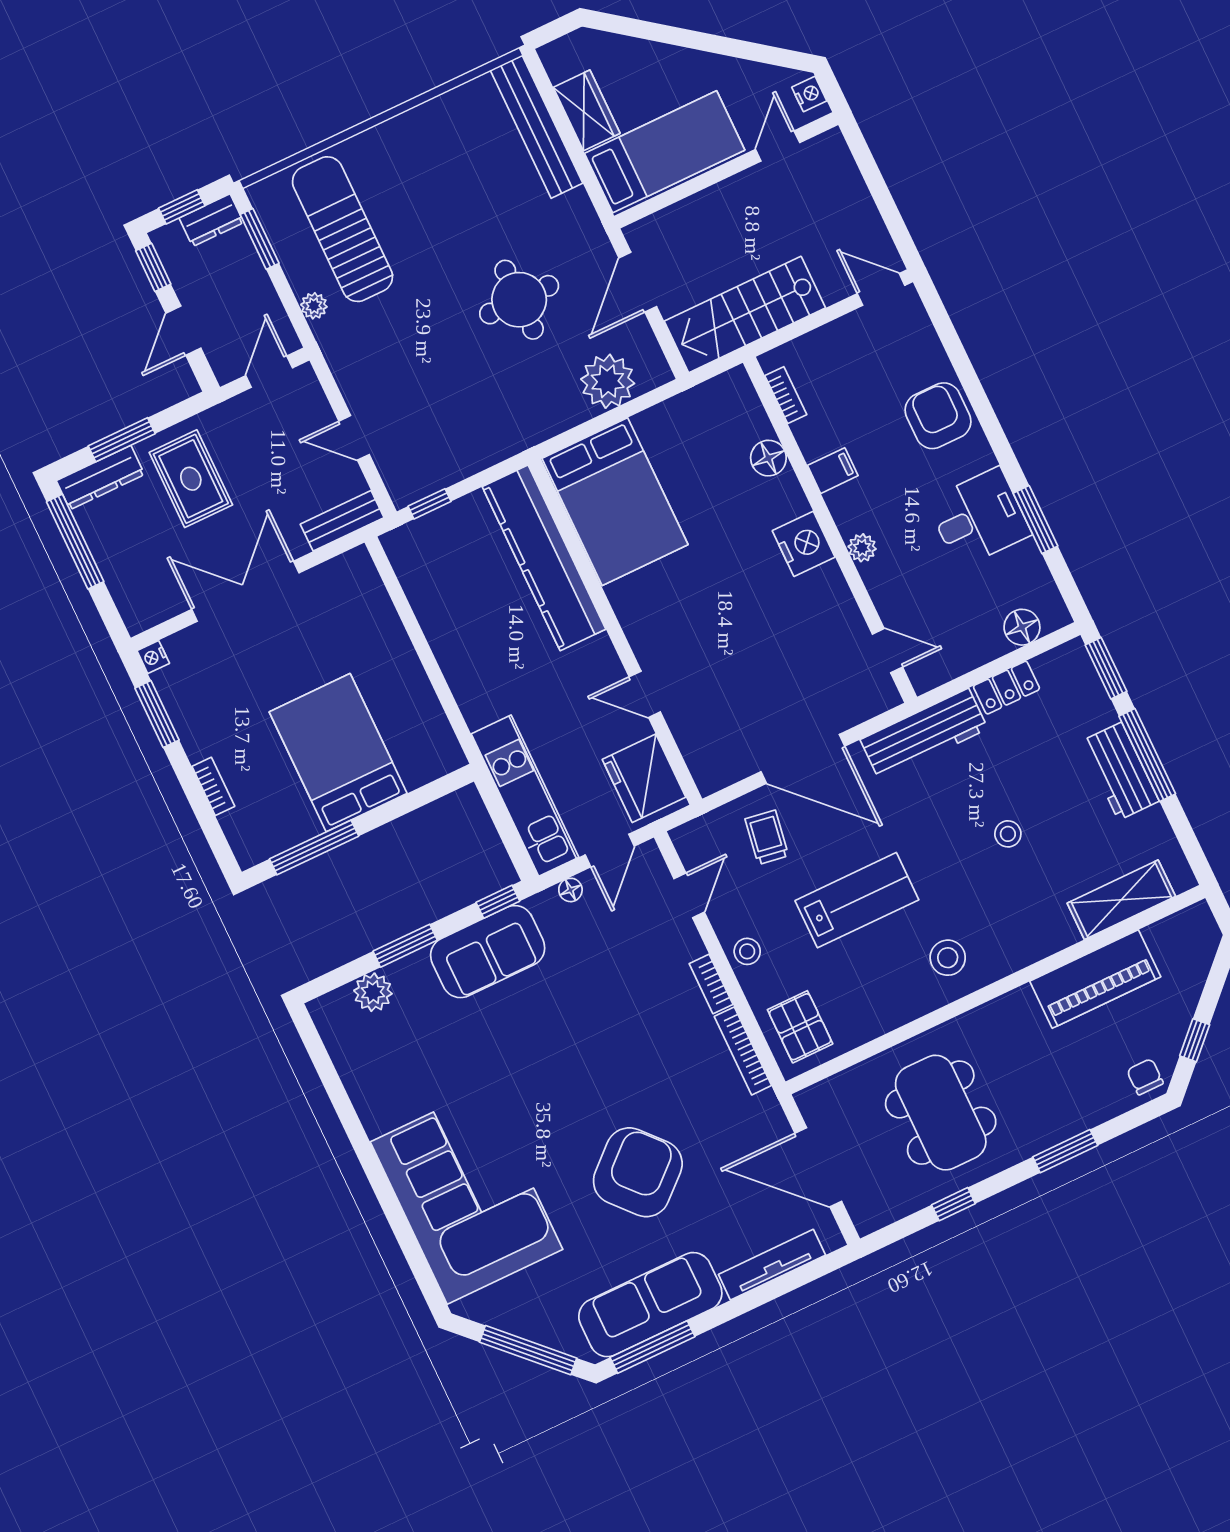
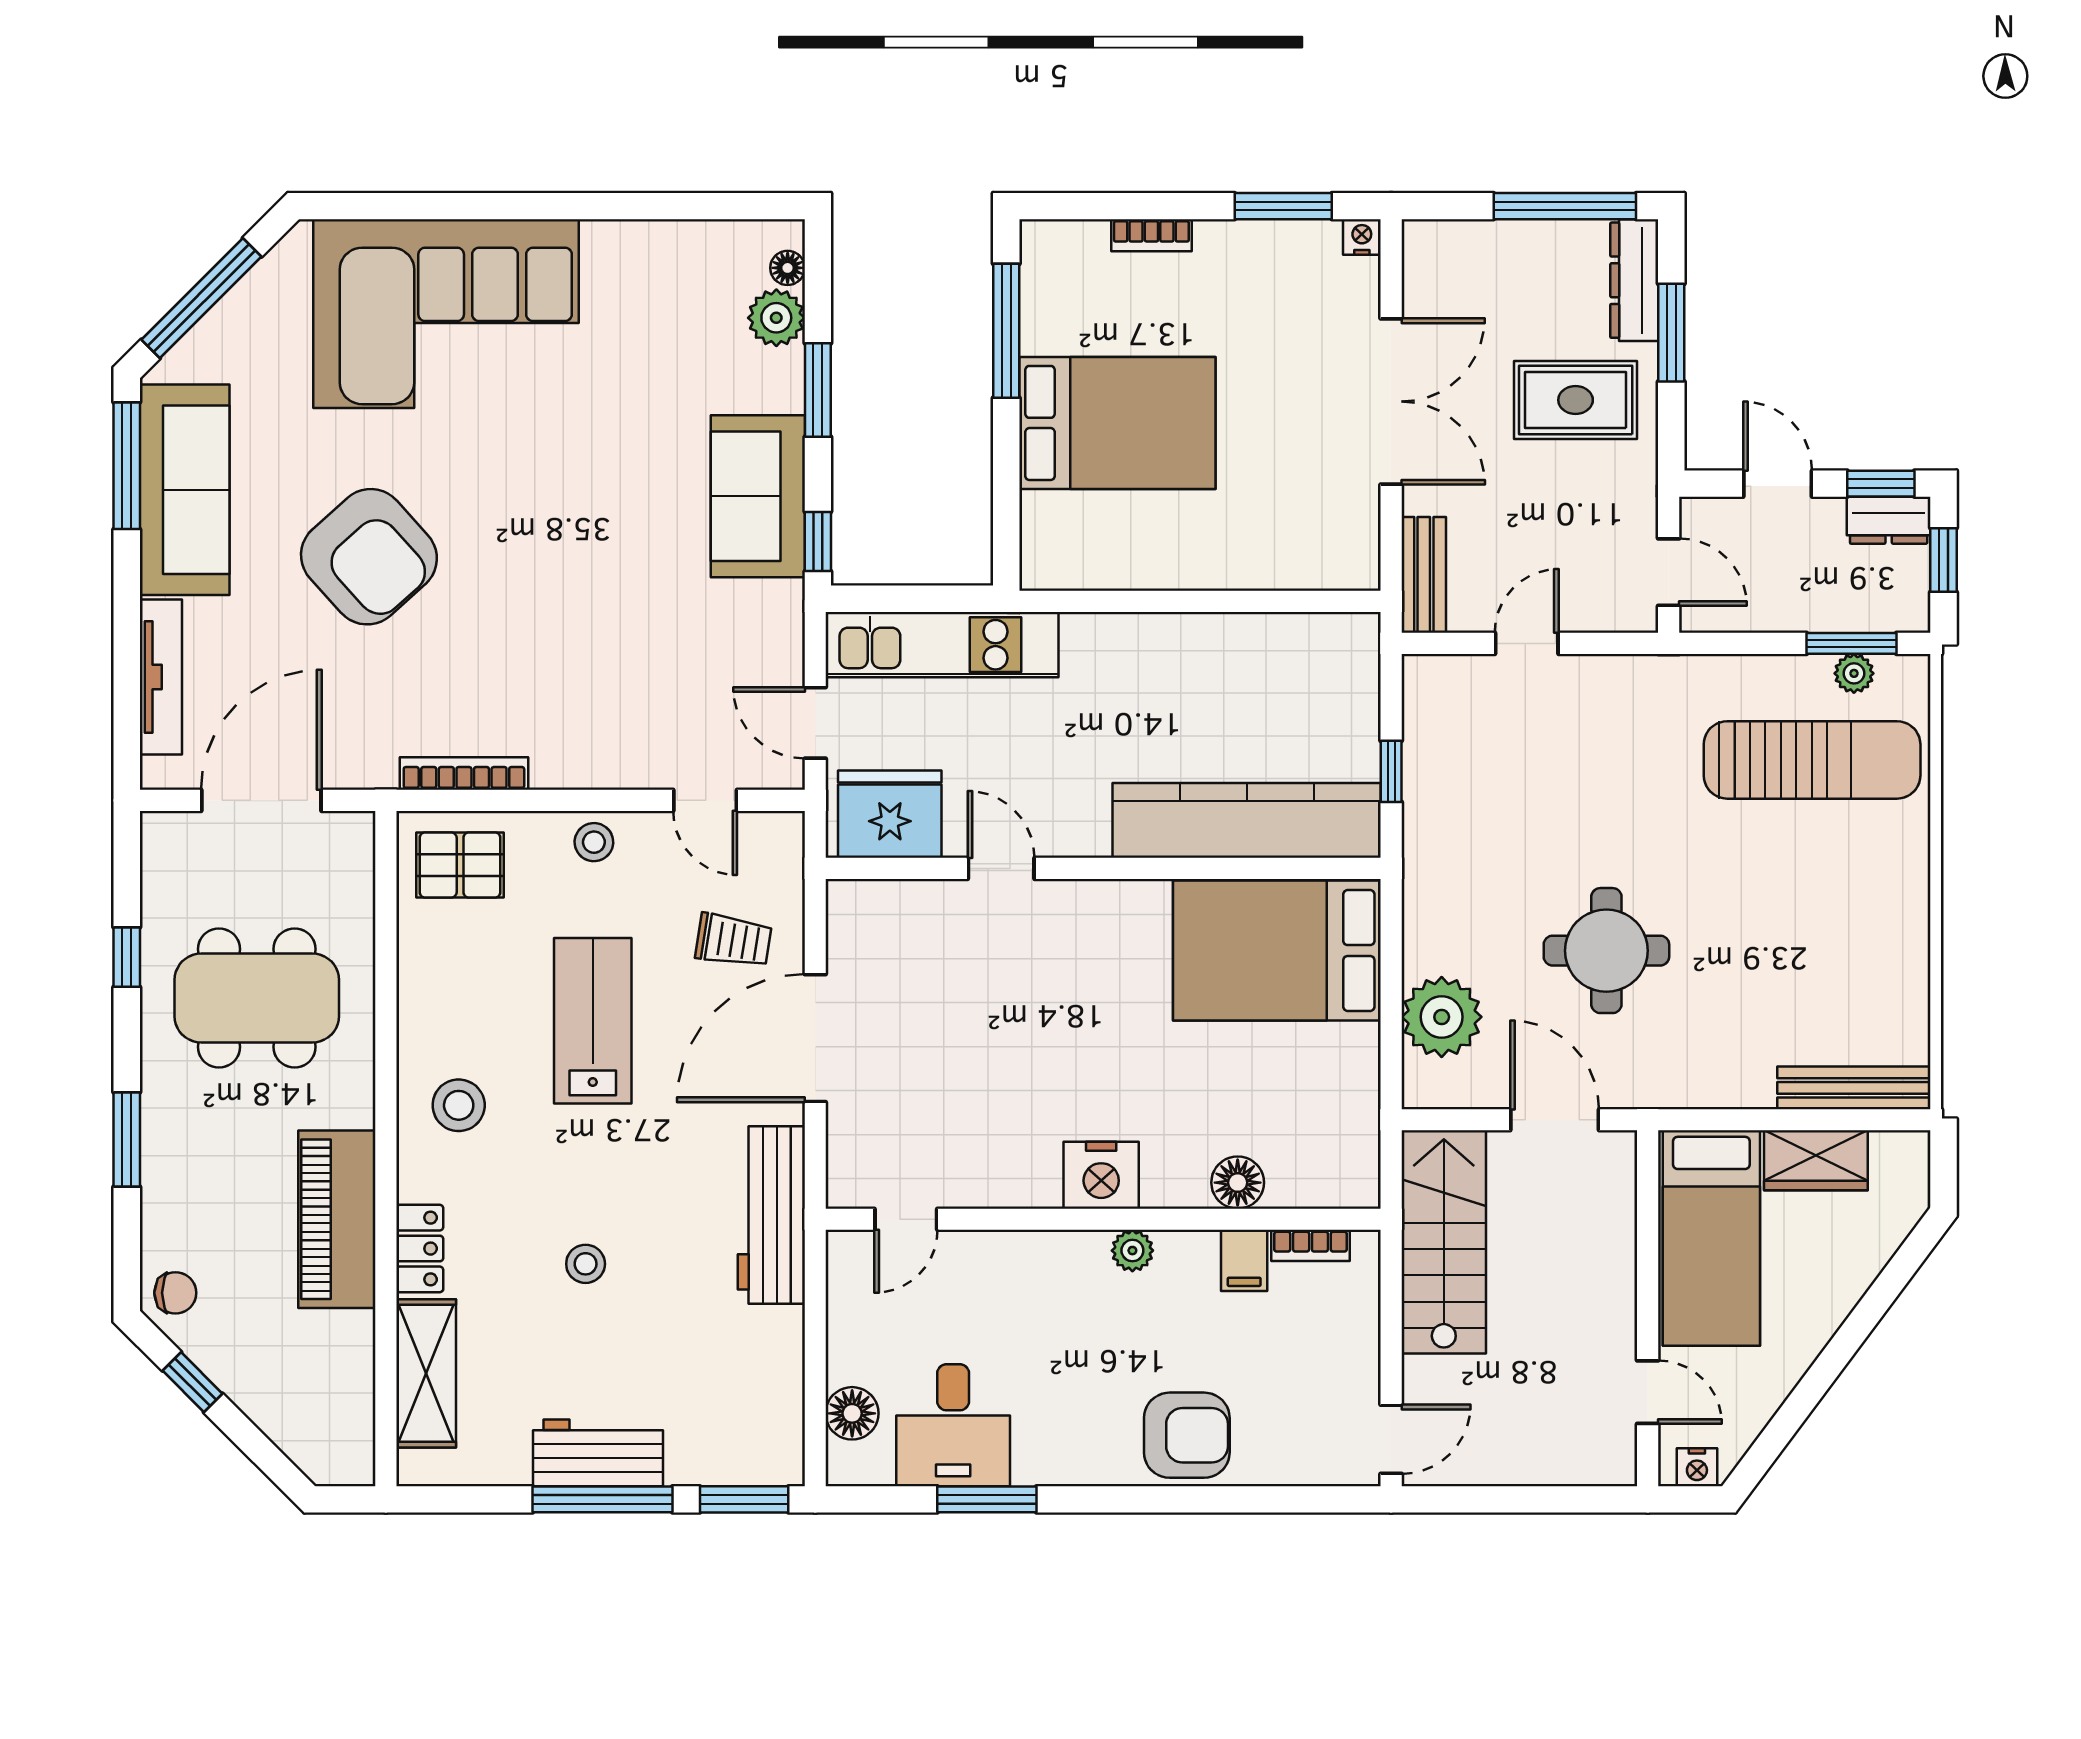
bench: (537, 127) -> (1854, 1088), width x0.73, depth x0.82
dresser: (211, 220) -> (1889, 520), moved, turned -90
plant: (314, 306) -> (1854, 673), moved
filing cabinet: (833, 471) -> (1244, 1260), moved
window: (430, 504) -> (1391, 771), moved
desk: (979, 518) -> (953, 1425), moved
plant: (862, 548) -> (1132, 1251), moved
locker: (1006, 688) -> (420, 1249), moved, turned 180
door: (645, 694) -> (1001, 868), hinge flipped
floor lamp: (570, 890) -> (788, 268), moved
lab bench: (857, 900) -> (593, 1021), turned 180
piano: (1095, 979) -> (337, 1219), moved
bookcase: (711, 984) -> (573, 773), removed

